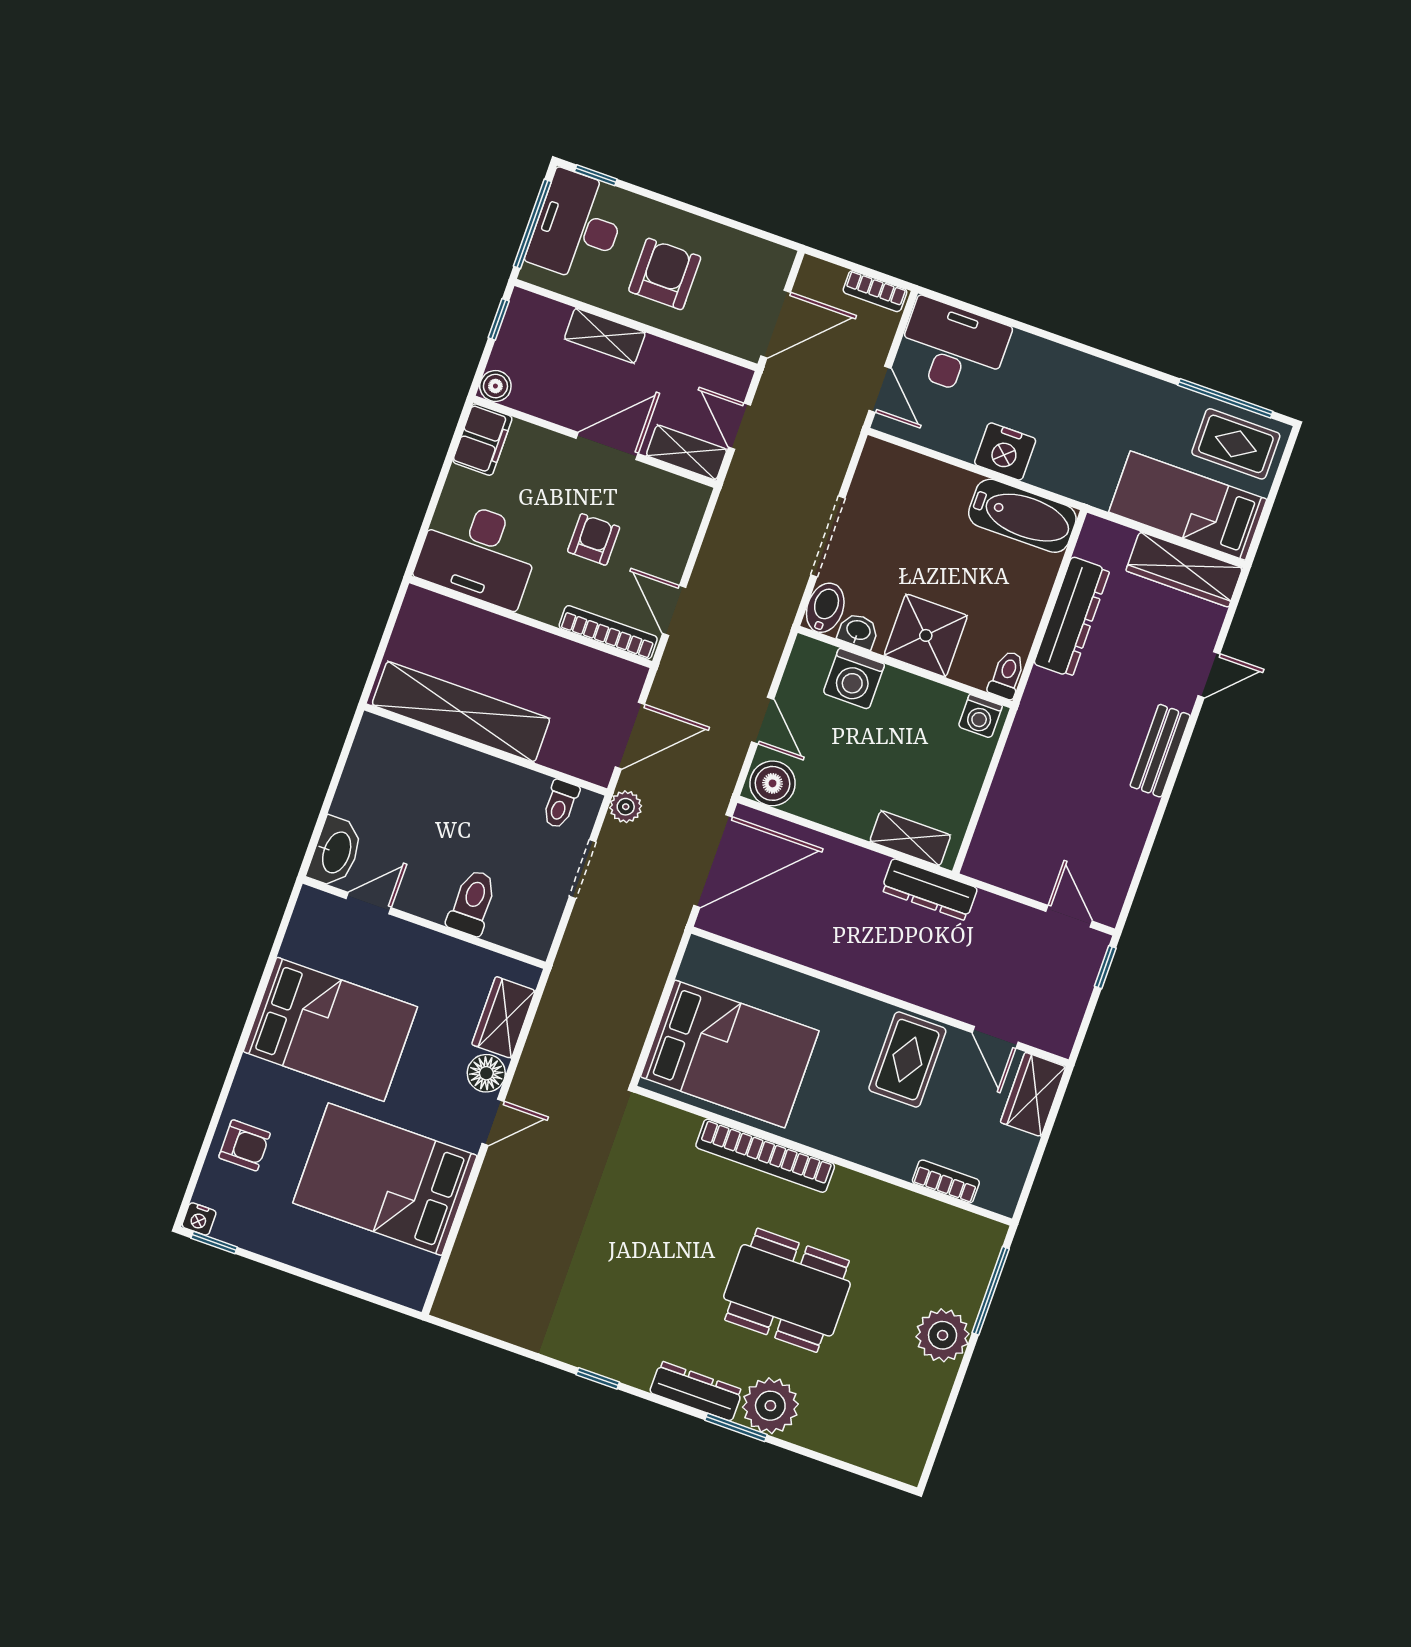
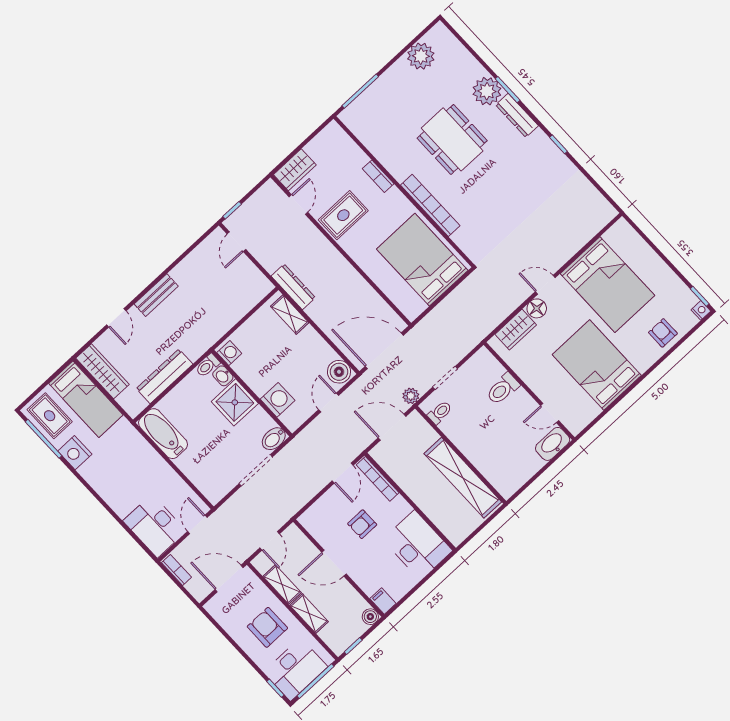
armchair: (665, 274) -> (267, 627), turned 90
filing cabinet: (482, 440) -> (383, 601), width x0.50
nightstand: (1005, 451) -> (75, 453), moved, turned 180
shelving: (687, 452) -> (282, 584), moved
washbasin: (858, 631) -> (223, 376), moved
door: (1209, 675) -> (116, 318), swing flipped
bookcase: (946, 1182) -> (378, 176), moved
plant: (943, 1335) -> (421, 56), moved

